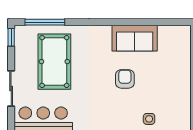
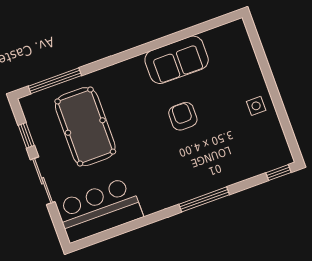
window: (11, 37) -> (26, 135), moved
side table: (149, 119) -> (256, 106), moved

